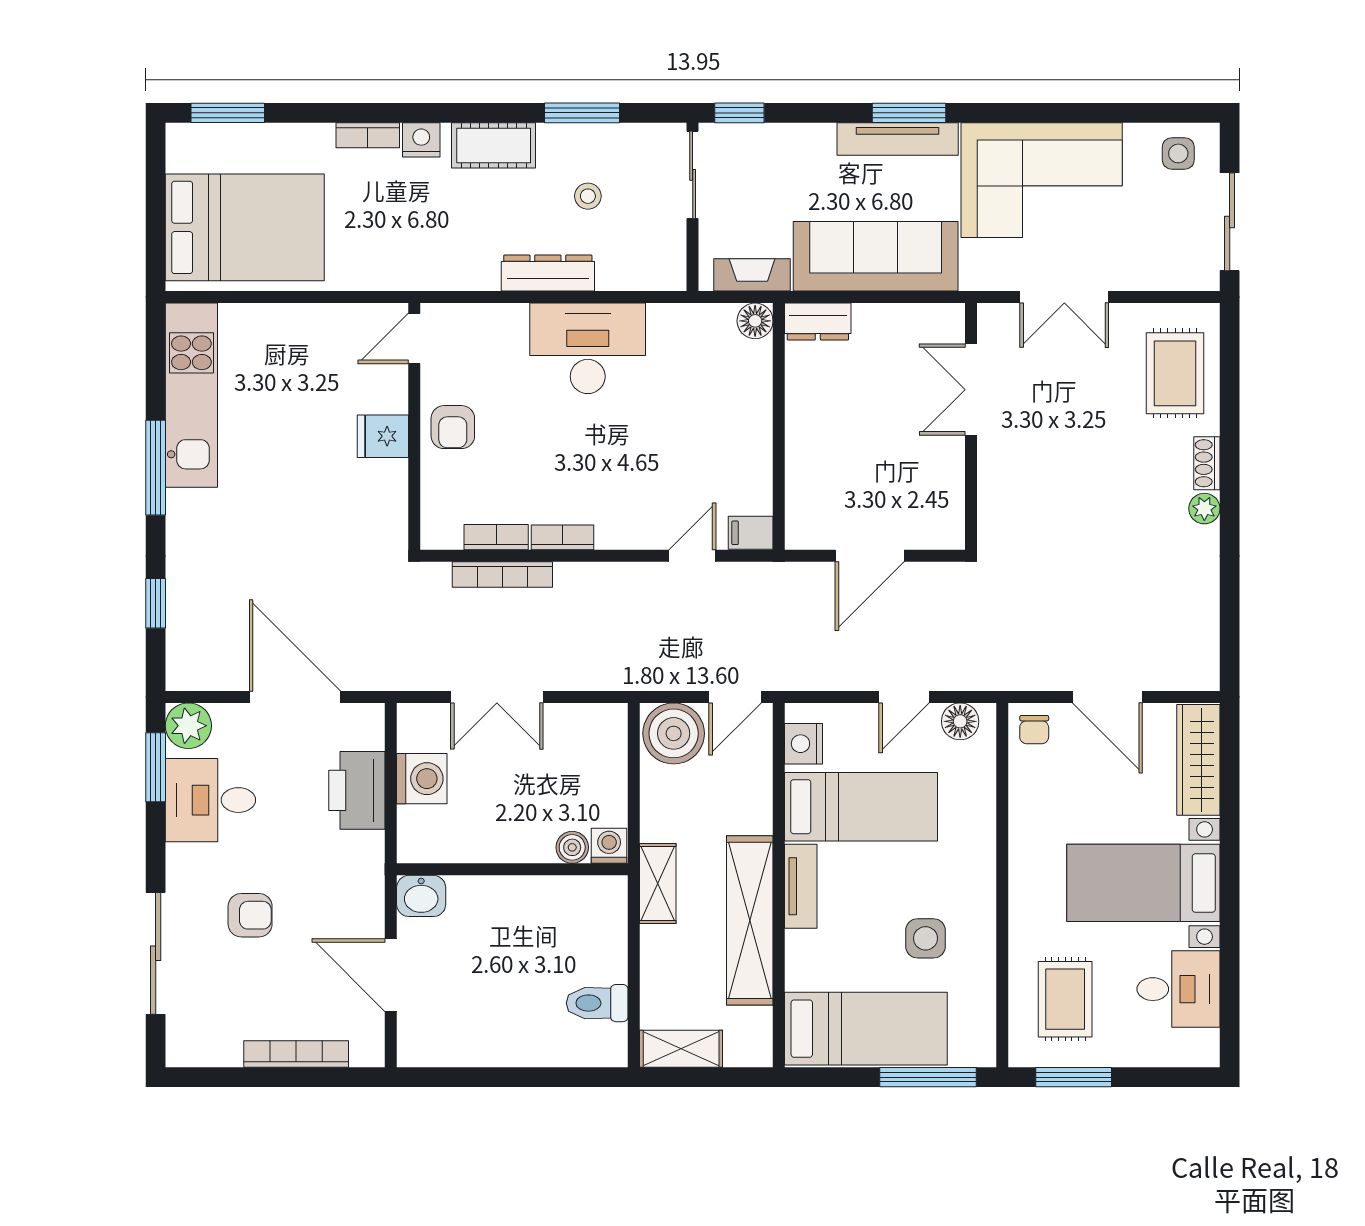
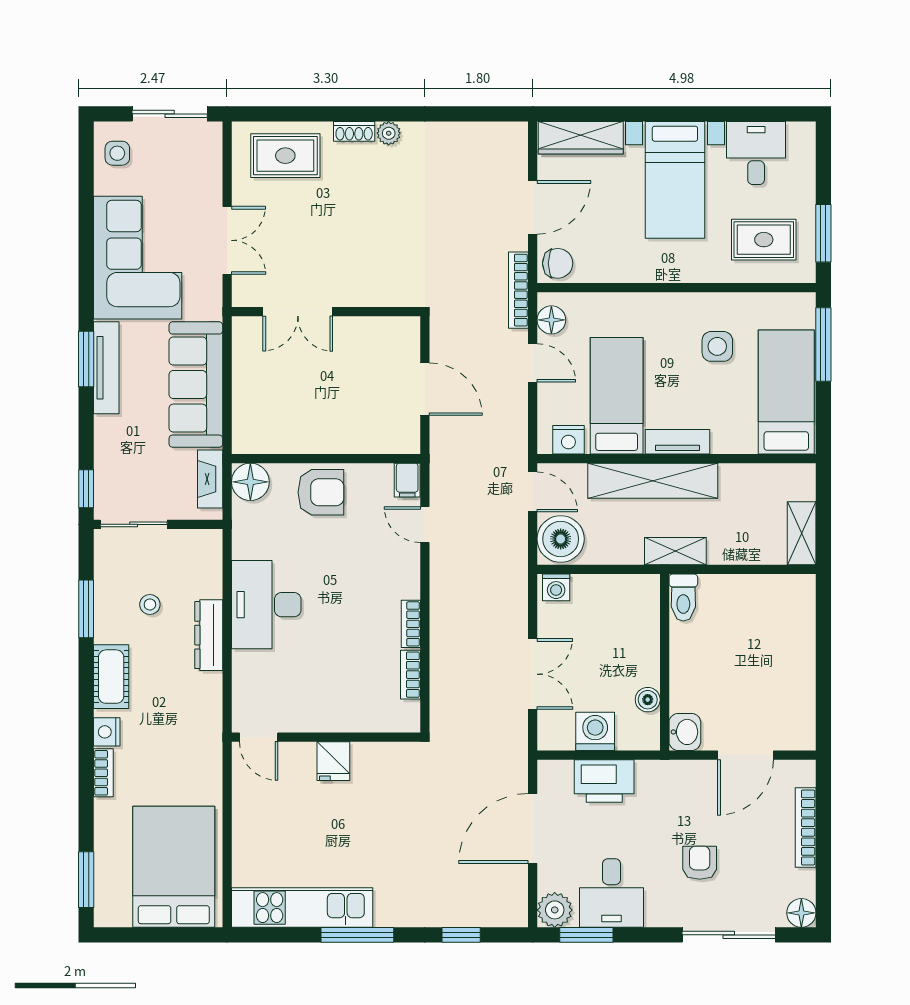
floor lamp: (755, 321) -> (250, 482), width x1.38, depth x1.38
dresser: (818, 322) -> (246, 429), removed
armchair: (453, 427) -> (321, 492), moved, width x1.38, depth x1.38
bookcase: (502, 574) -> (518, 290), moved, turned 180
chair: (1034, 730) -> (558, 263), width x1.37, depth x1.37
washing machine: (609, 846) -> (556, 587), moved, turned -90
boiler: (572, 847) -> (648, 700), moved
shelving: (750, 920) -> (653, 481), moved
toilet: (597, 1003) -> (683, 597), moved
floor lamp: (184, 1048) -> (801, 913), added

